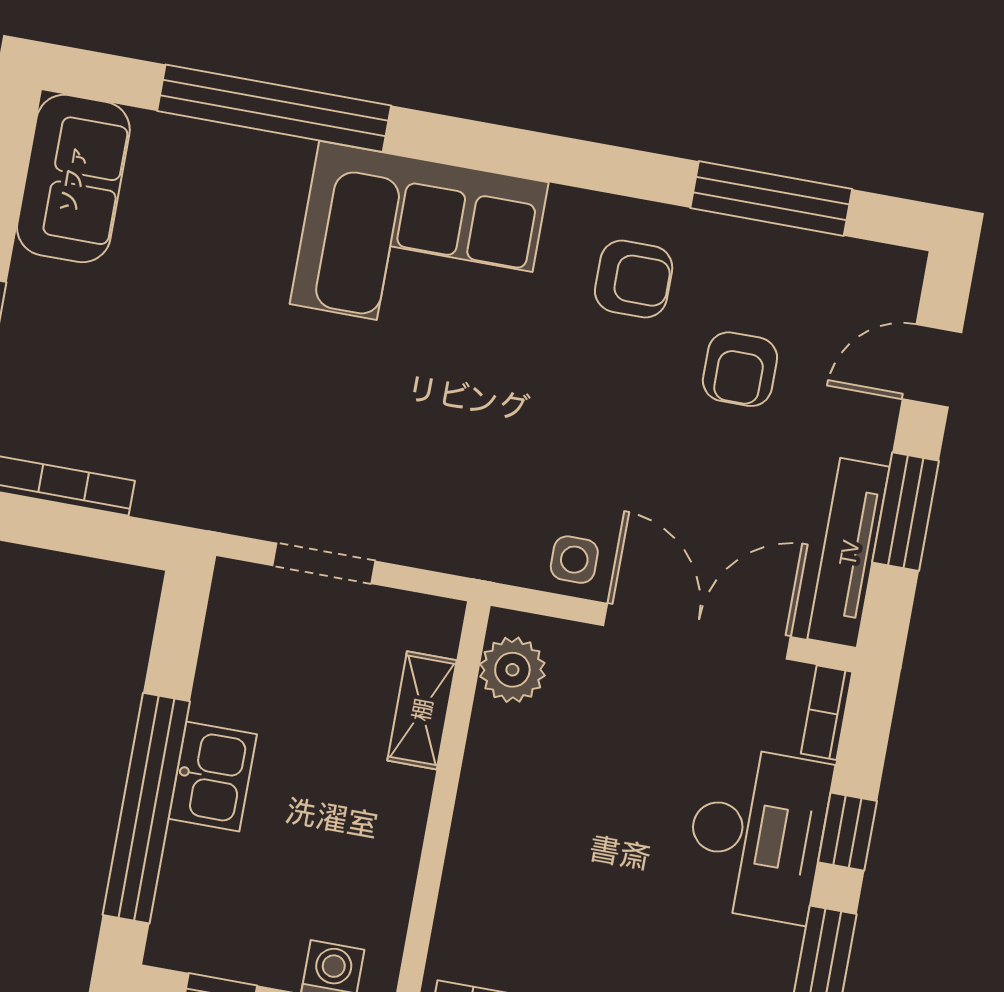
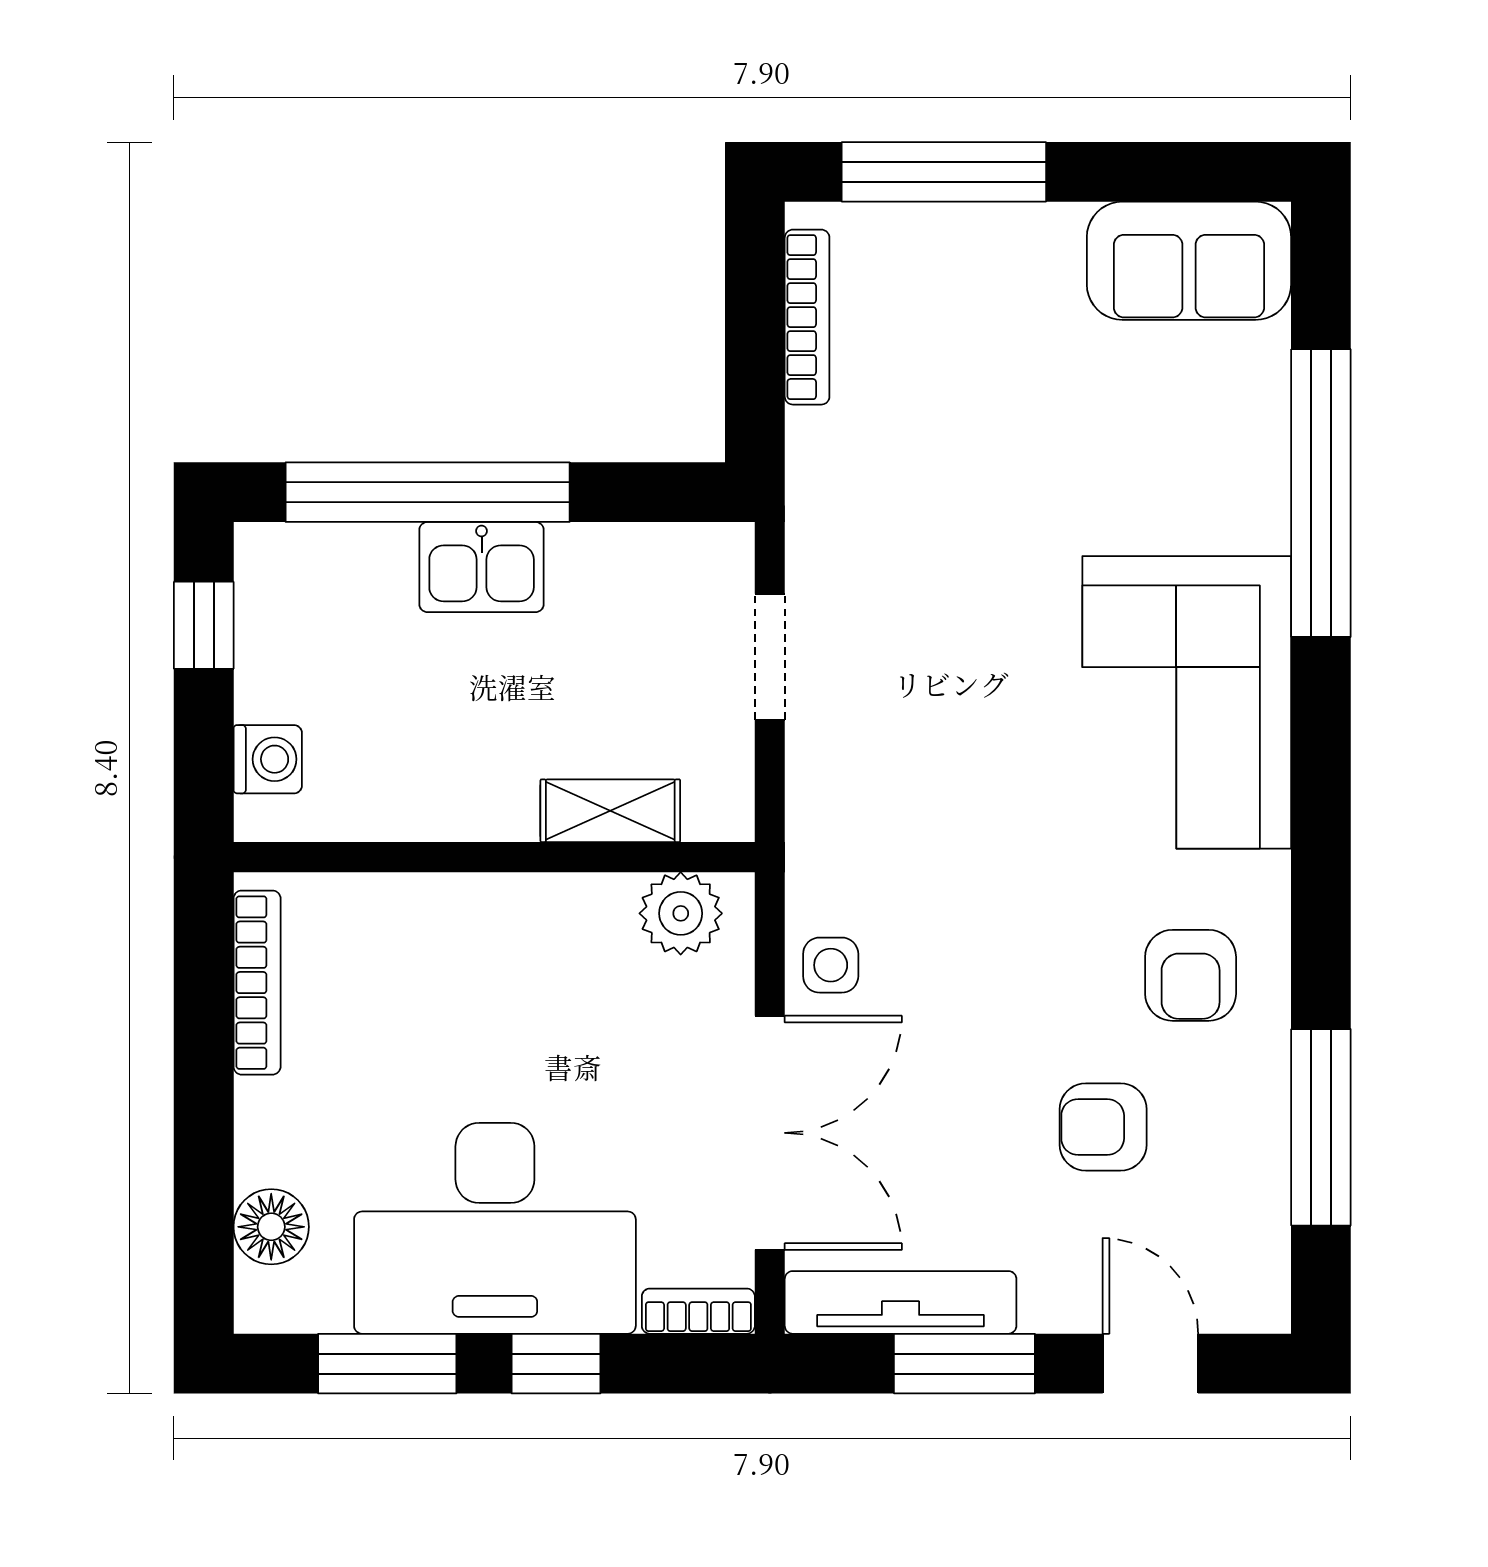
desk: (757, 834) -> (495, 1228), width x1.36, depth x1.30

